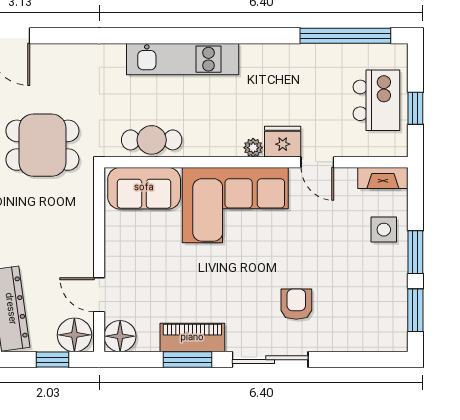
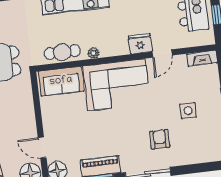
plant: (253, 148) -> (93, 53), moved
door: (317, 162) -> (162, 54), hinge flipped
side table: (384, 230) -> (188, 111), moved

